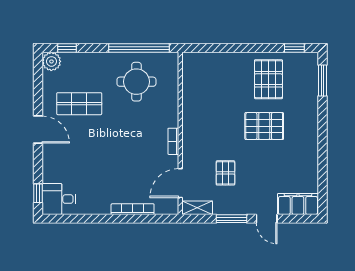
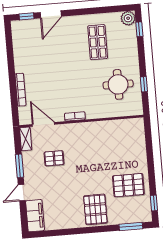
window: (139, 48) -> (144, 84), width x0.32
pallet: (264, 126) -> (95, 209), moved
door: (38, 130) -> (51, 14), moved
desk: (59, 199) -> (23, 33), removed

